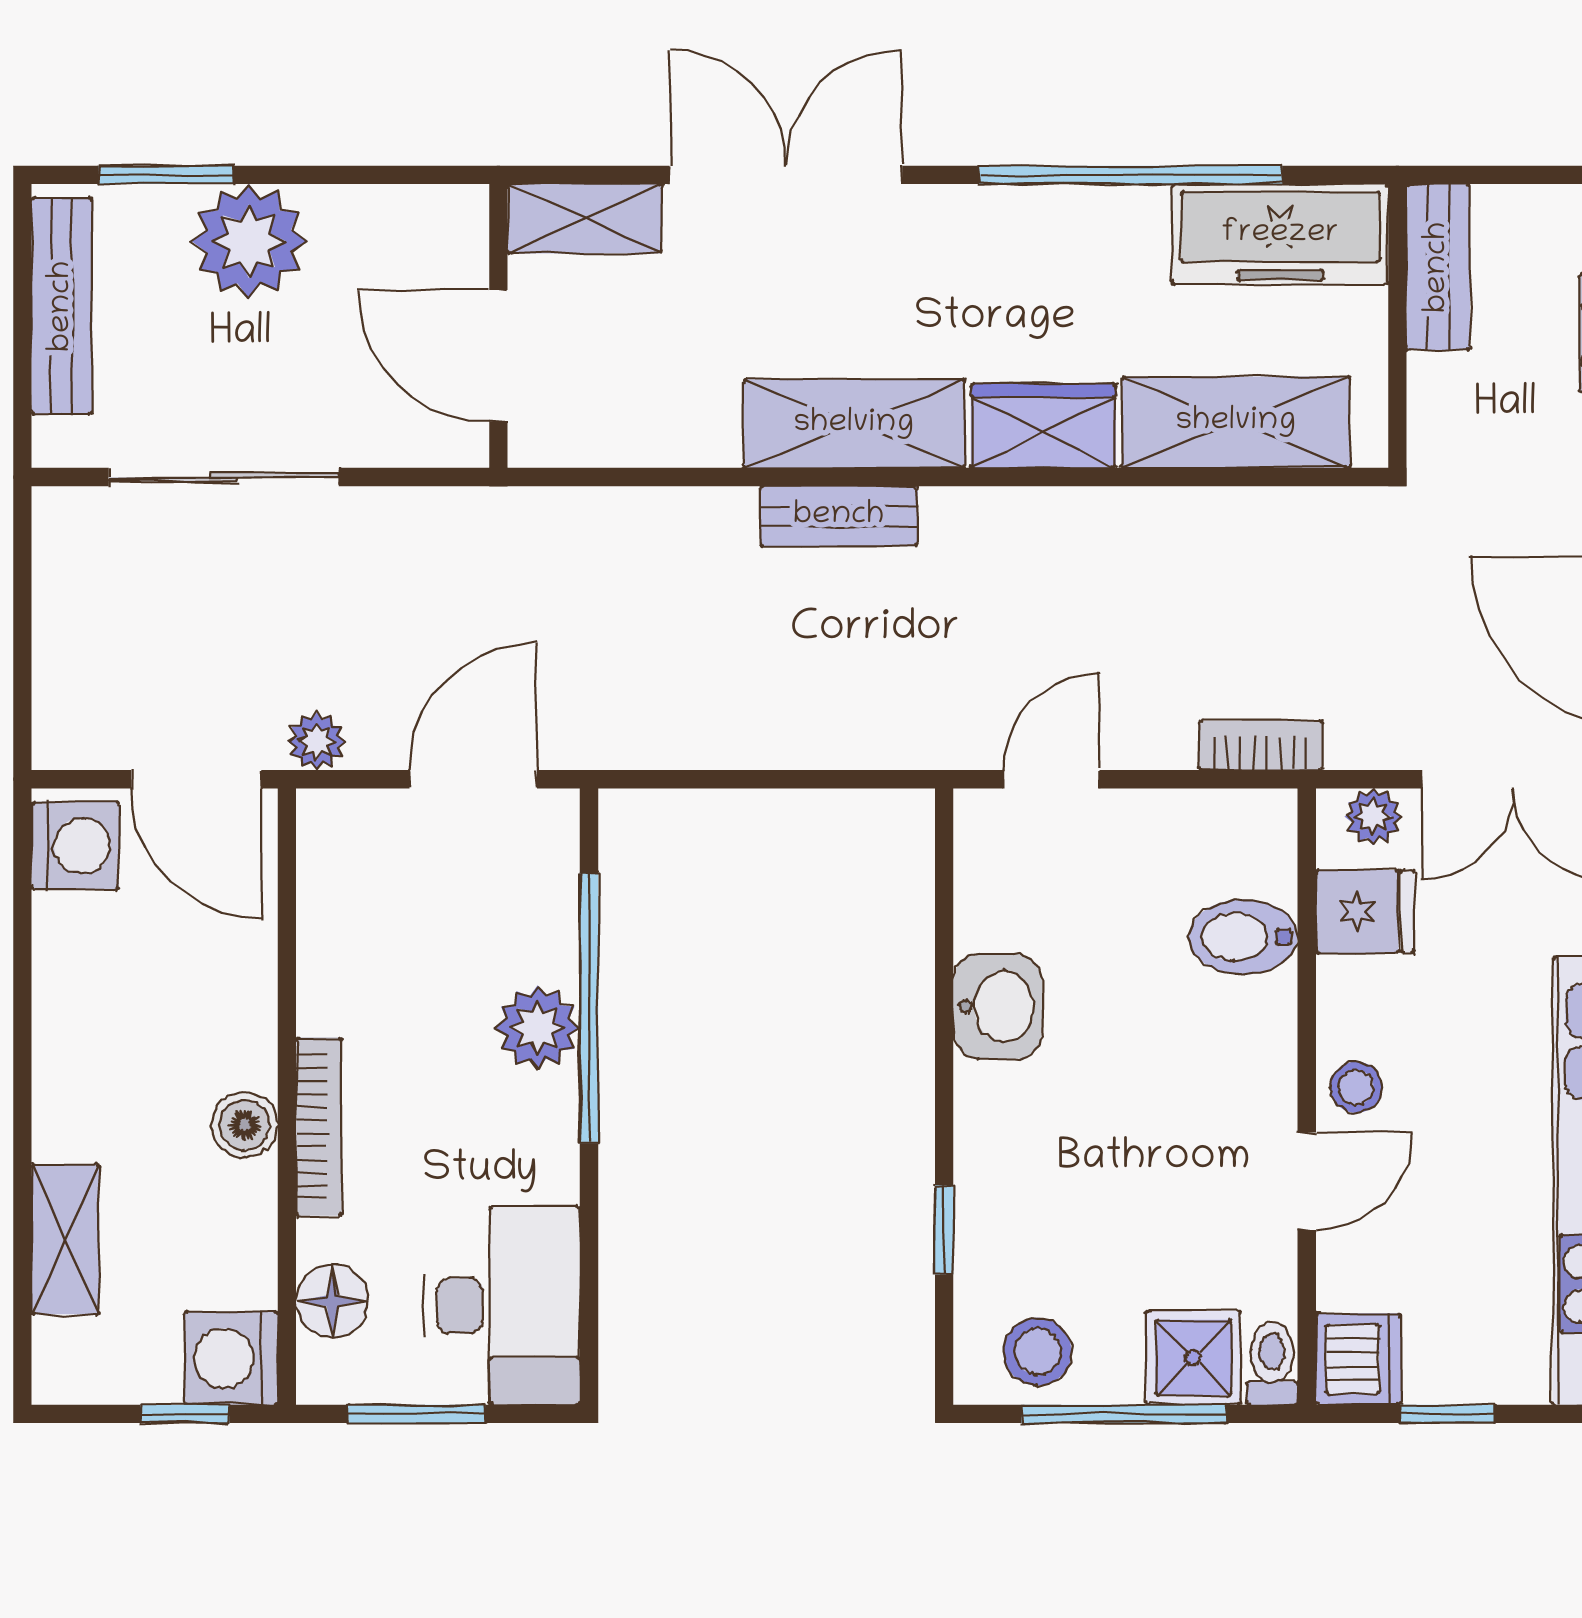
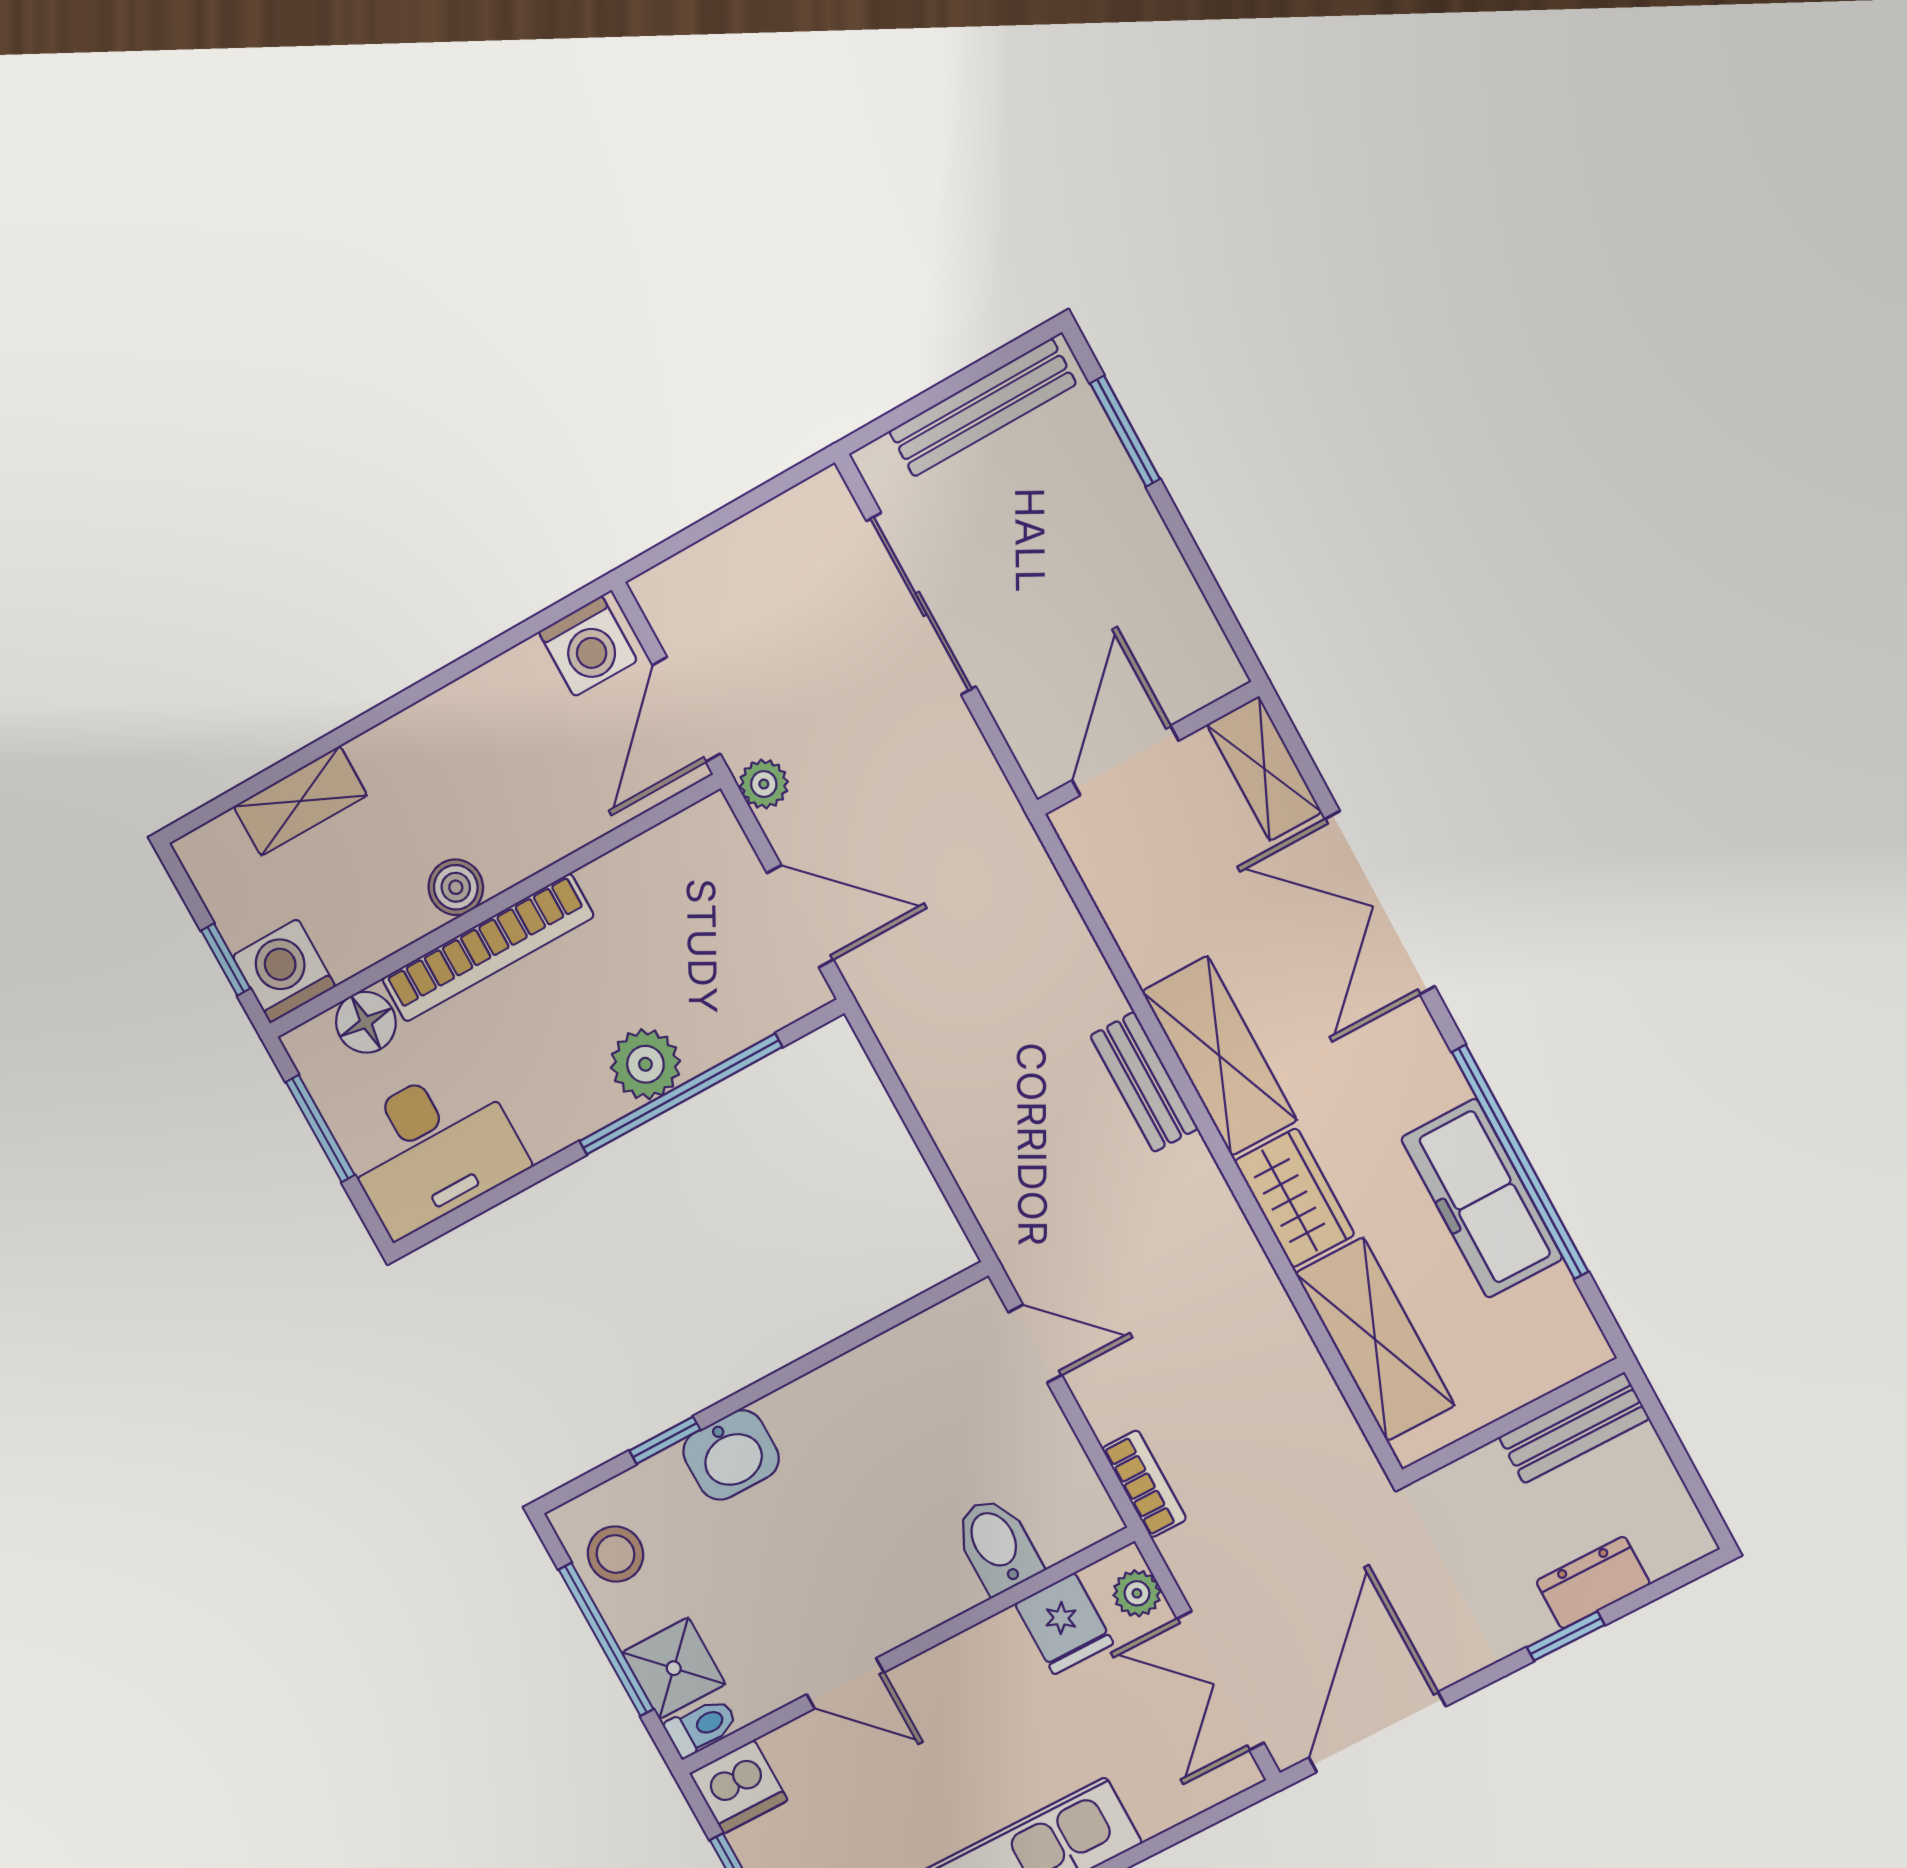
double door: (786, 175) -> (1380, 903), swing flipped
freezer: (1280, 234) -> (1482, 1198), moved
plant: (249, 241) -> (1109, 523), removed
washbasin: (998, 1006) -> (731, 1455), moved
stool: (1356, 1087) -> (933, 1684), removed
bookcase: (319, 1126) -> (488, 948), width x1.48, depth x1.31

